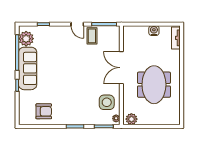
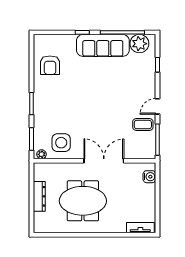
water cooler: (154, 31) -> (149, 177), moved
plant: (131, 119) -> (41, 173), removed
dresser: (150, 120) -> (39, 196), added

